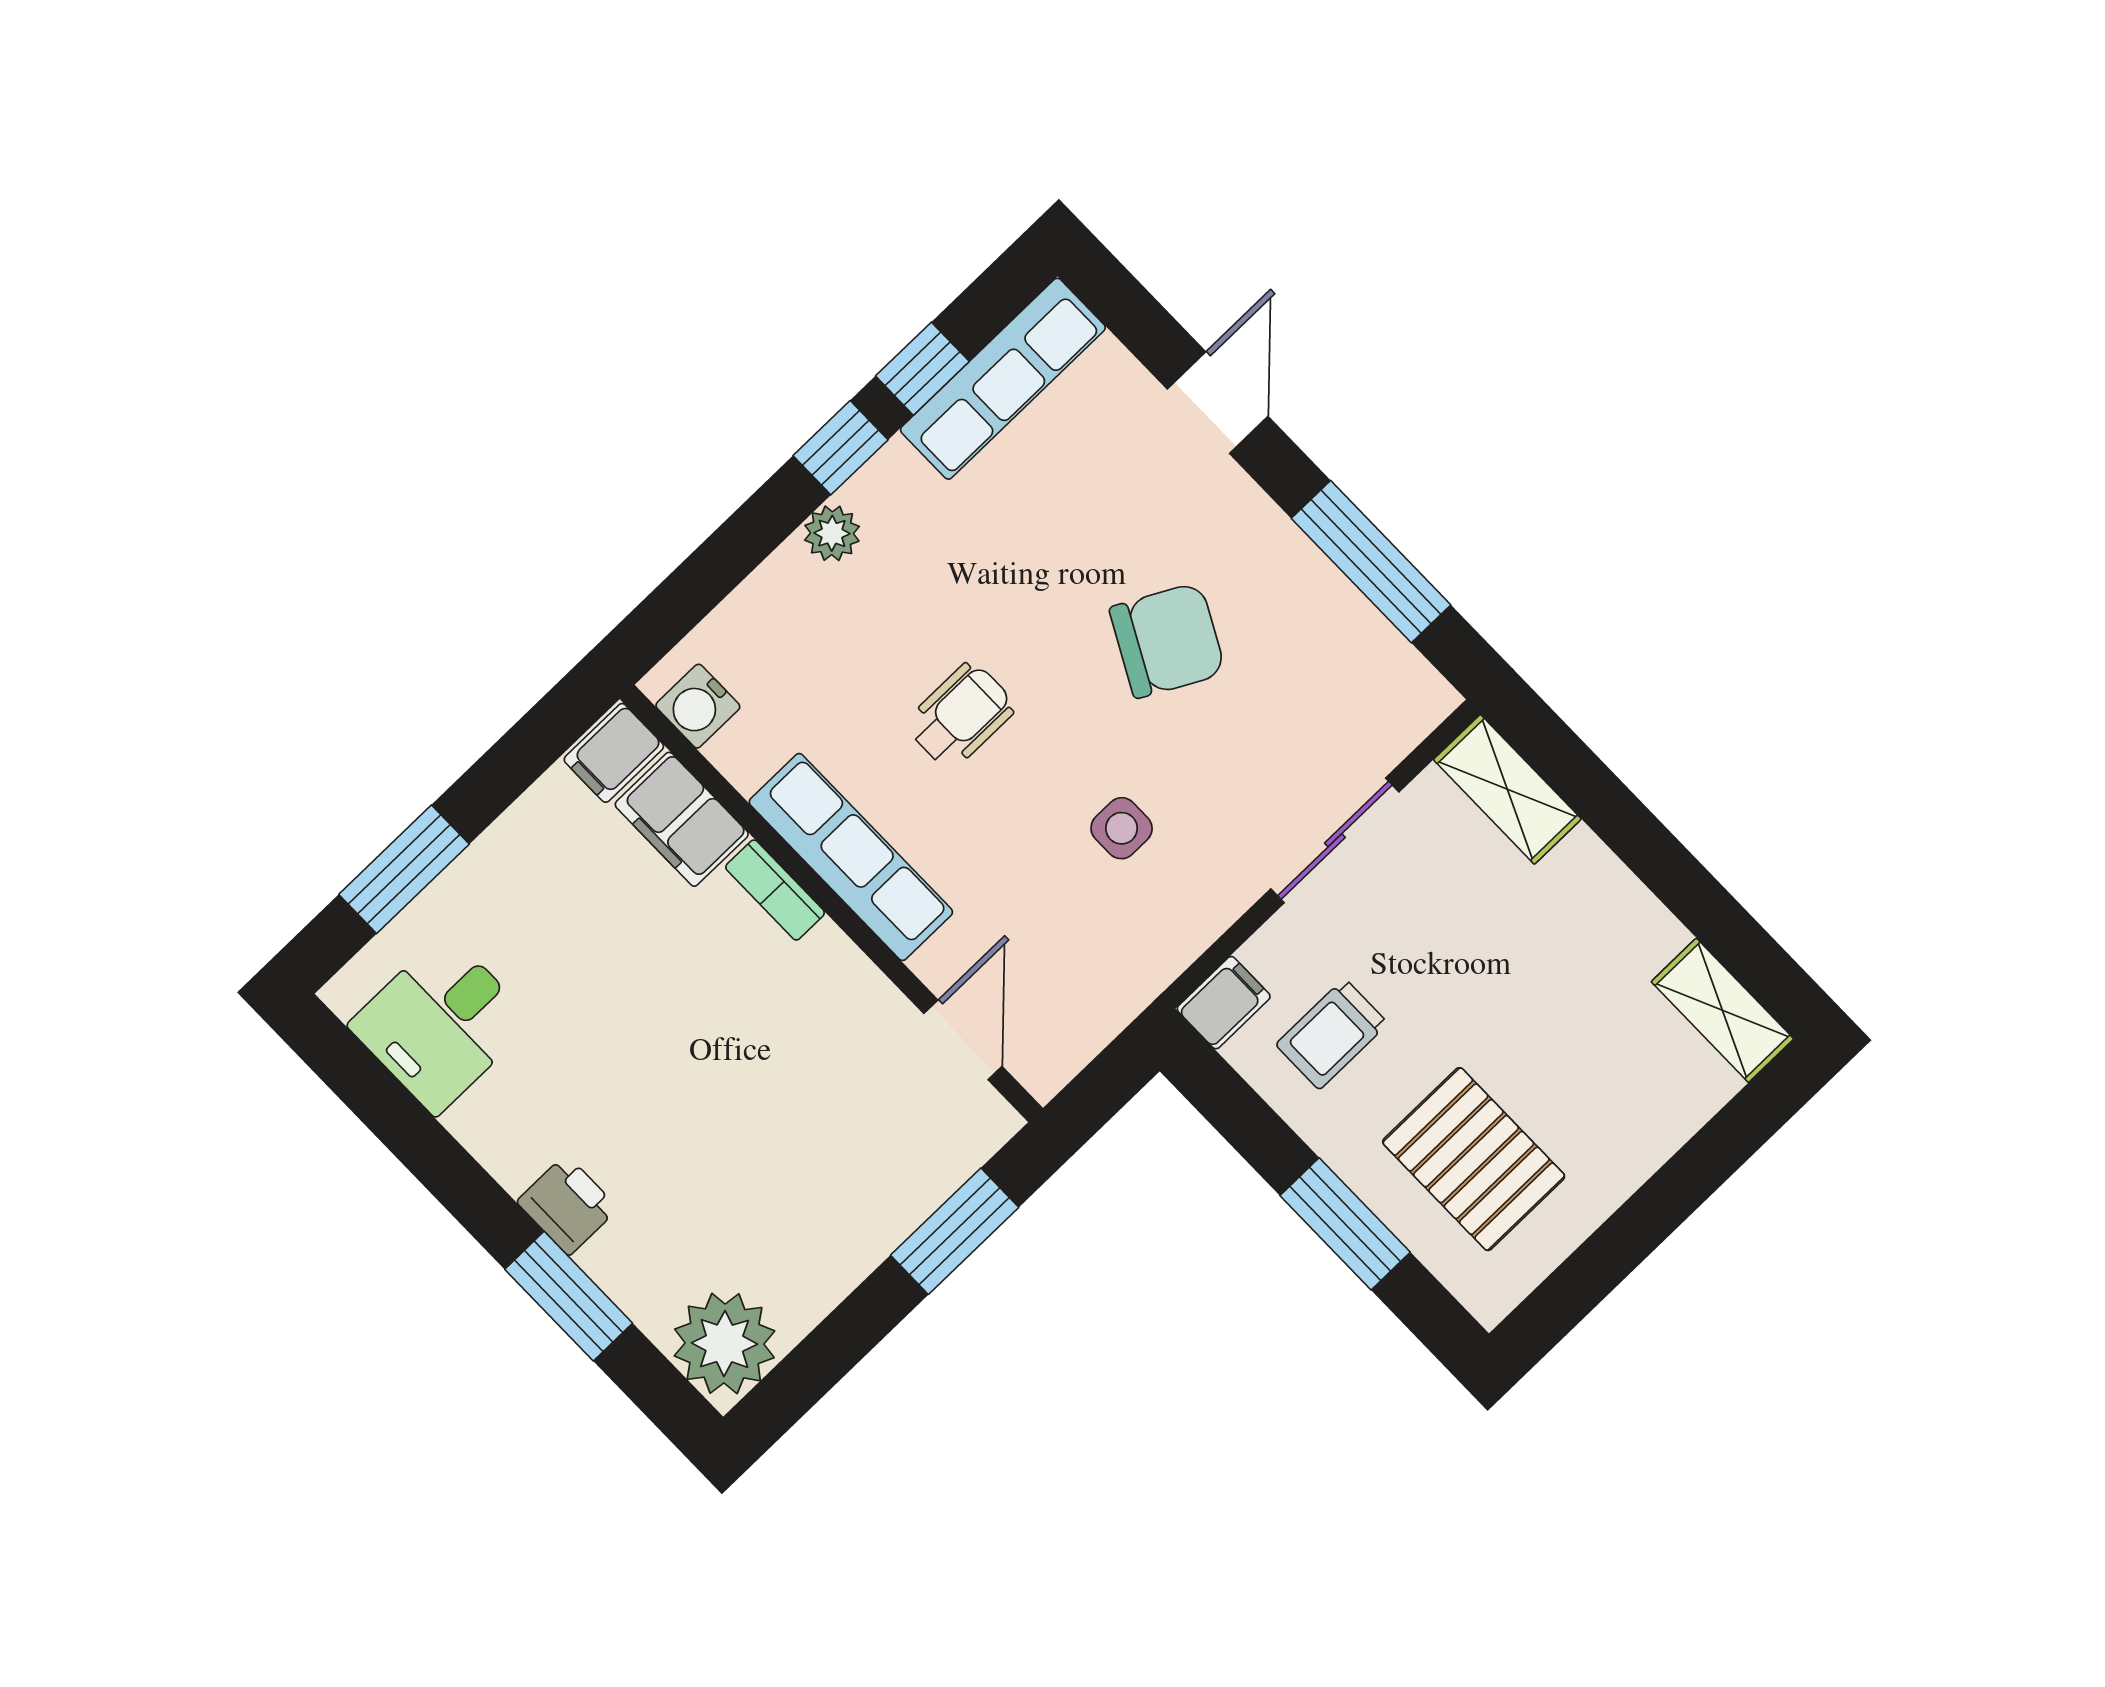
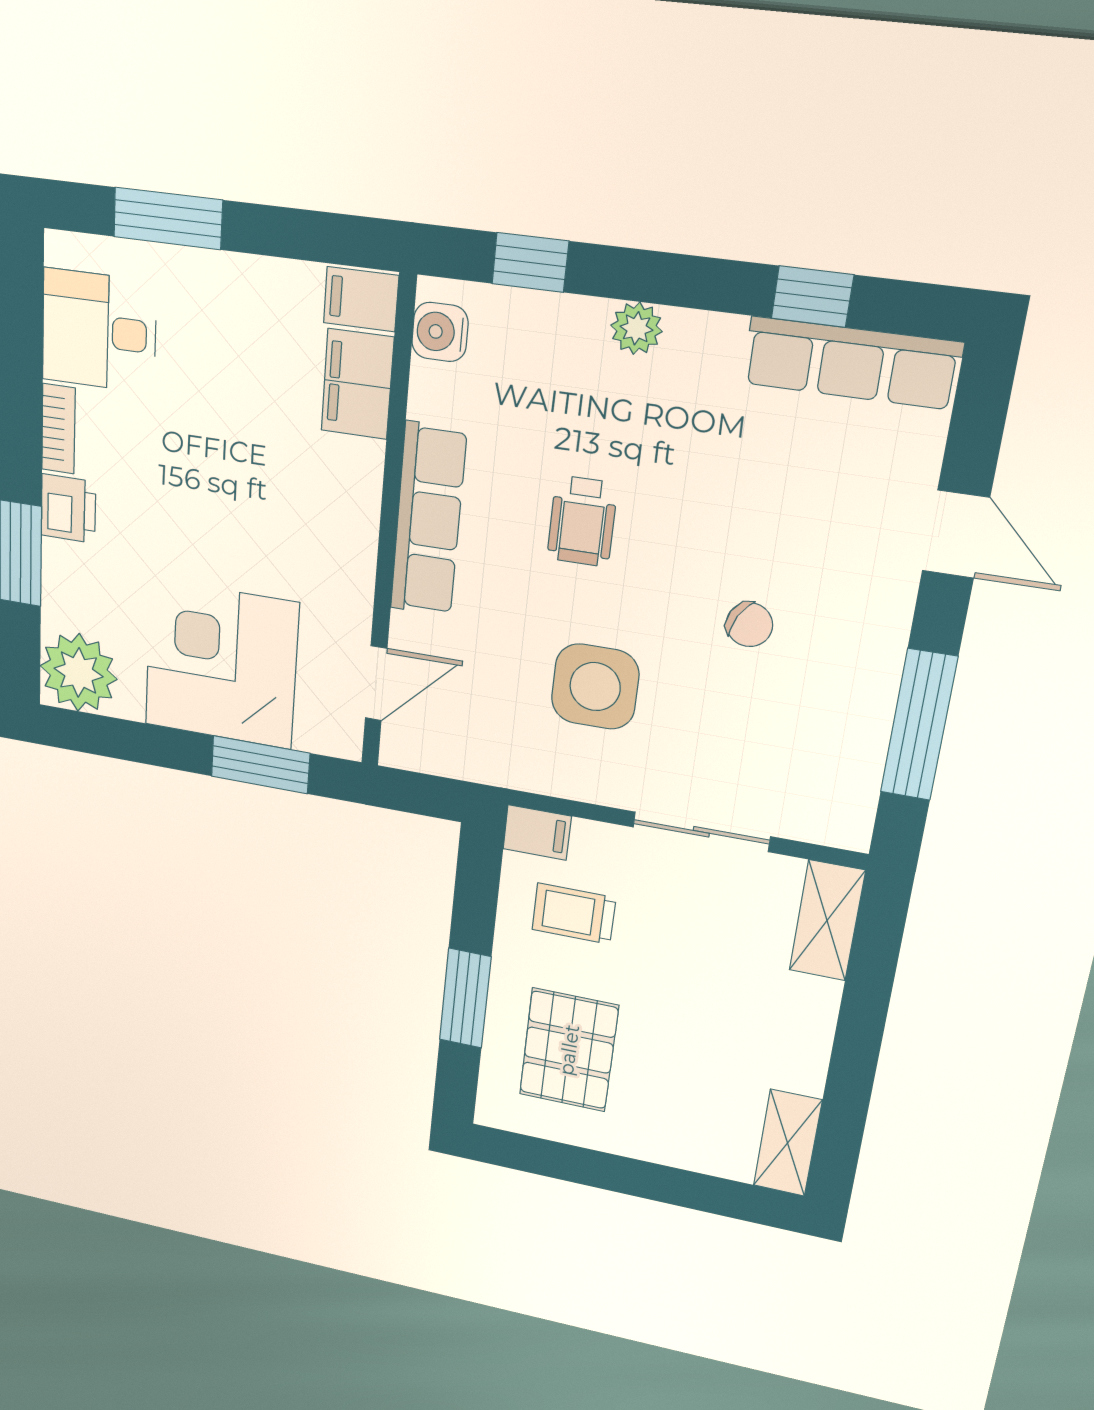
door: (1218, 403) -> (956, 534), hinge flipped
window: (841, 448) -> (530, 262), moved
chair: (1167, 640) -> (749, 625), width x0.54, depth x0.54
wheelchair: (961, 716) -> (582, 521), turned 90
side table: (1122, 828) -> (595, 687), width x1.87, depth x1.87
bookcase: (775, 890) -> (58, 429), moved, turned 180
corner desk: (829, 1183) -> (221, 664), added

